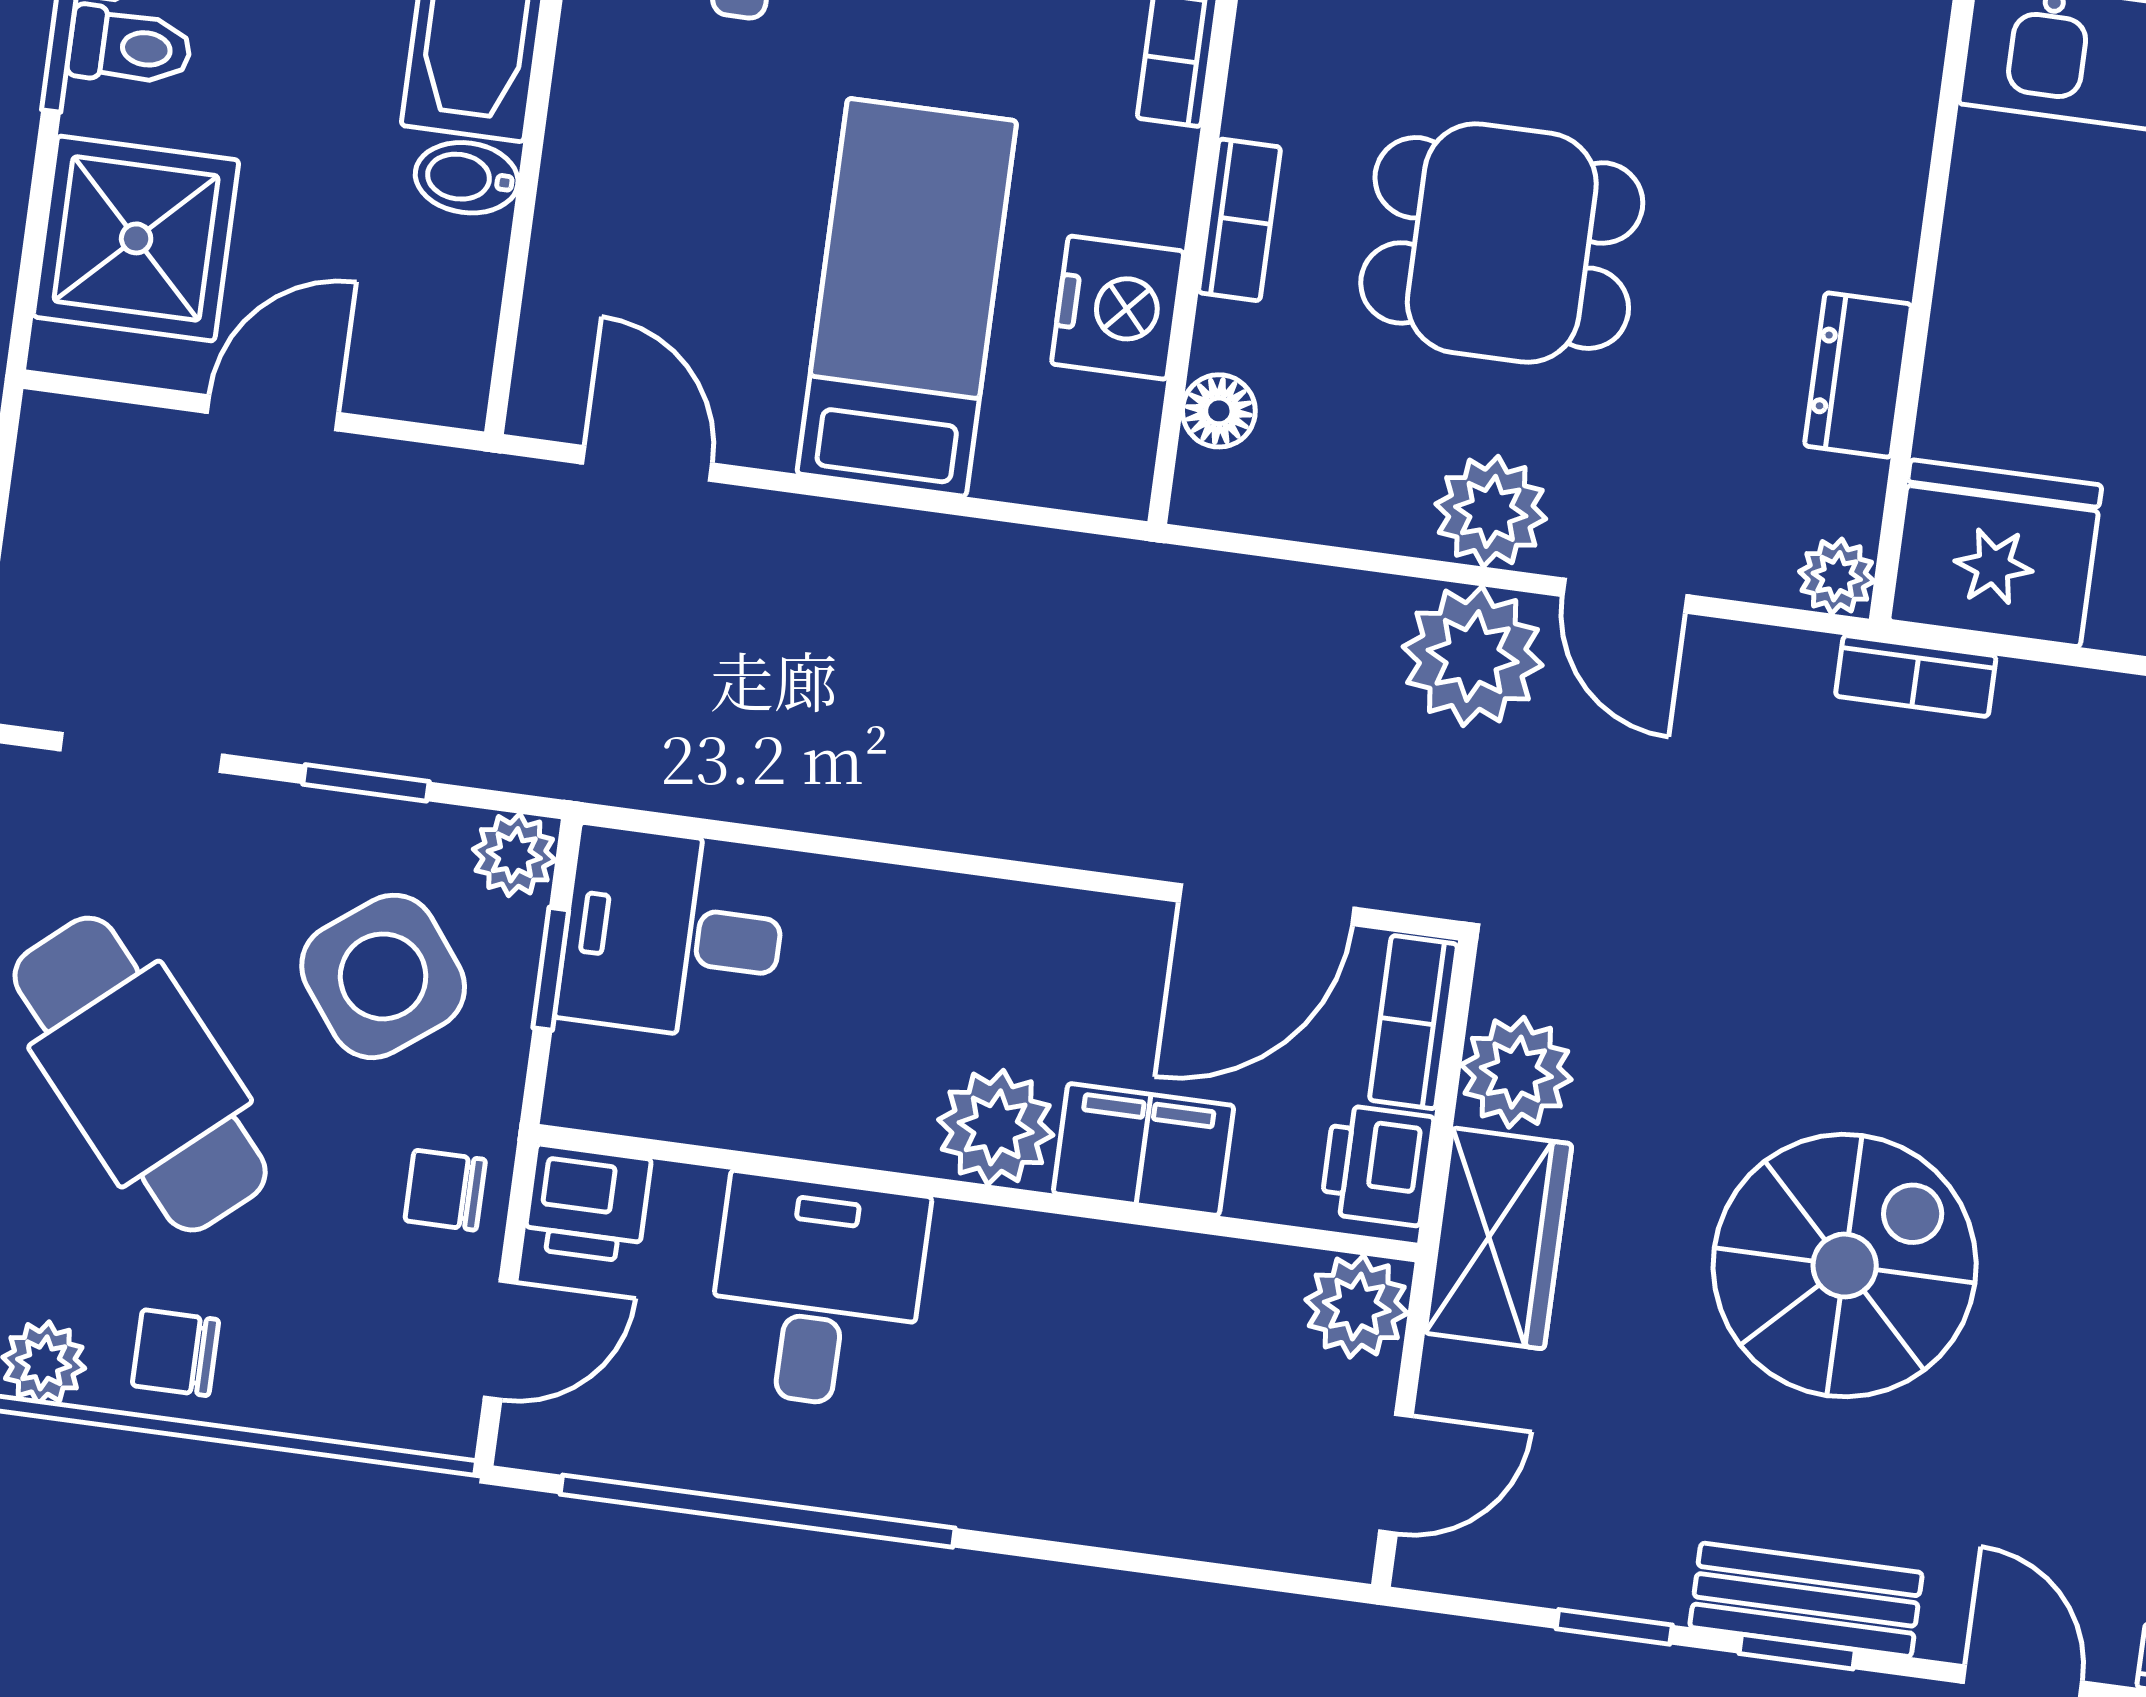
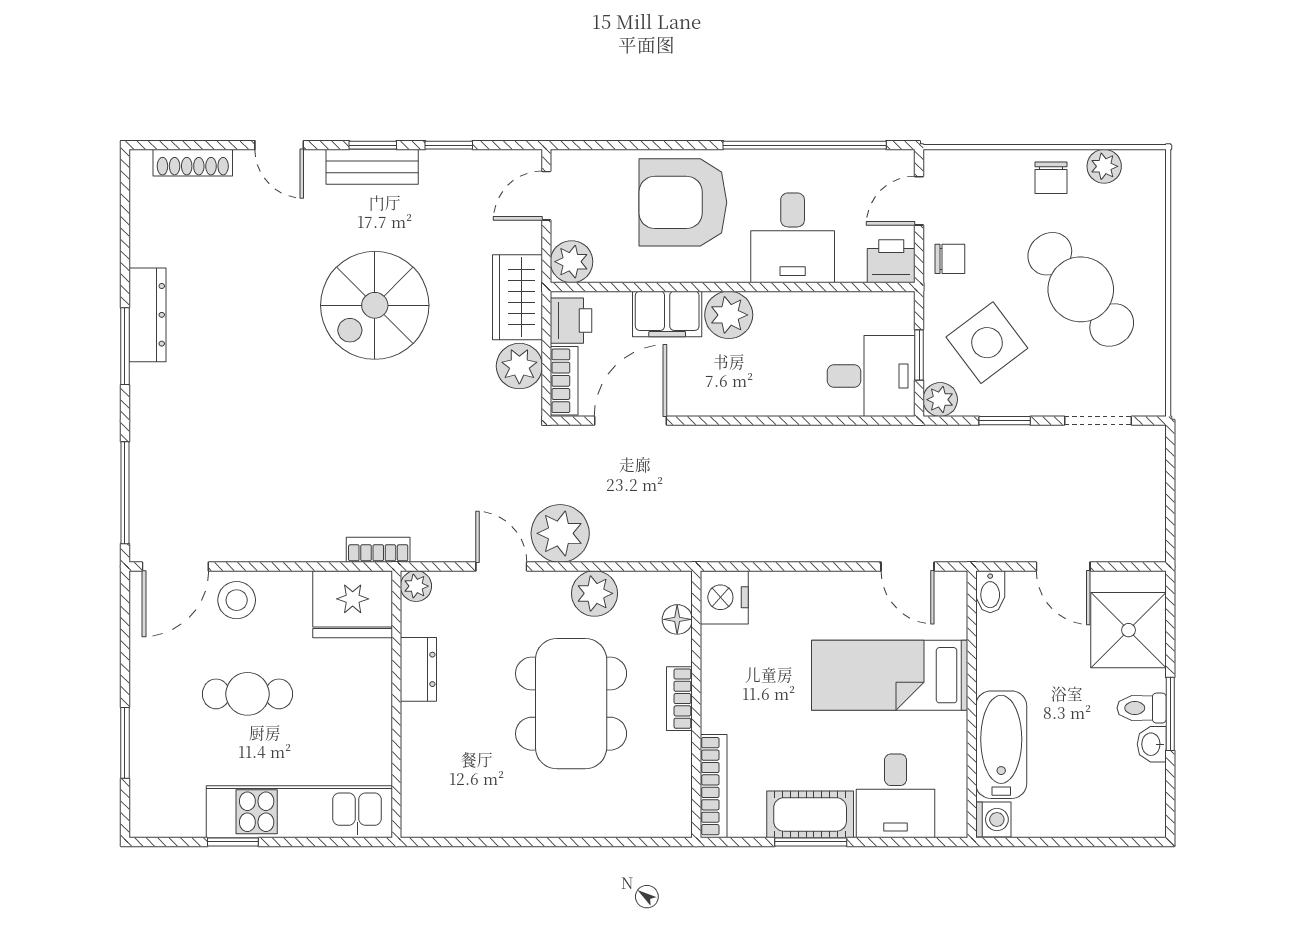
bidet: (467, 178) -> (990, 592), moved, turned 90
dining table: (1502, 243) -> (571, 704), width x1.38
bed: (907, 297) -> (890, 675), moved, turned 90
nightstand: (1118, 308) -> (724, 597), moved
door: (273, 413) -> (1063, 567), hinge flipped
plant: (1491, 511) -> (595, 593), moved
chair: (175, 1353) -> (1051, 178), turned 90
armchair: (1070, 1413) -> (683, 202), added

